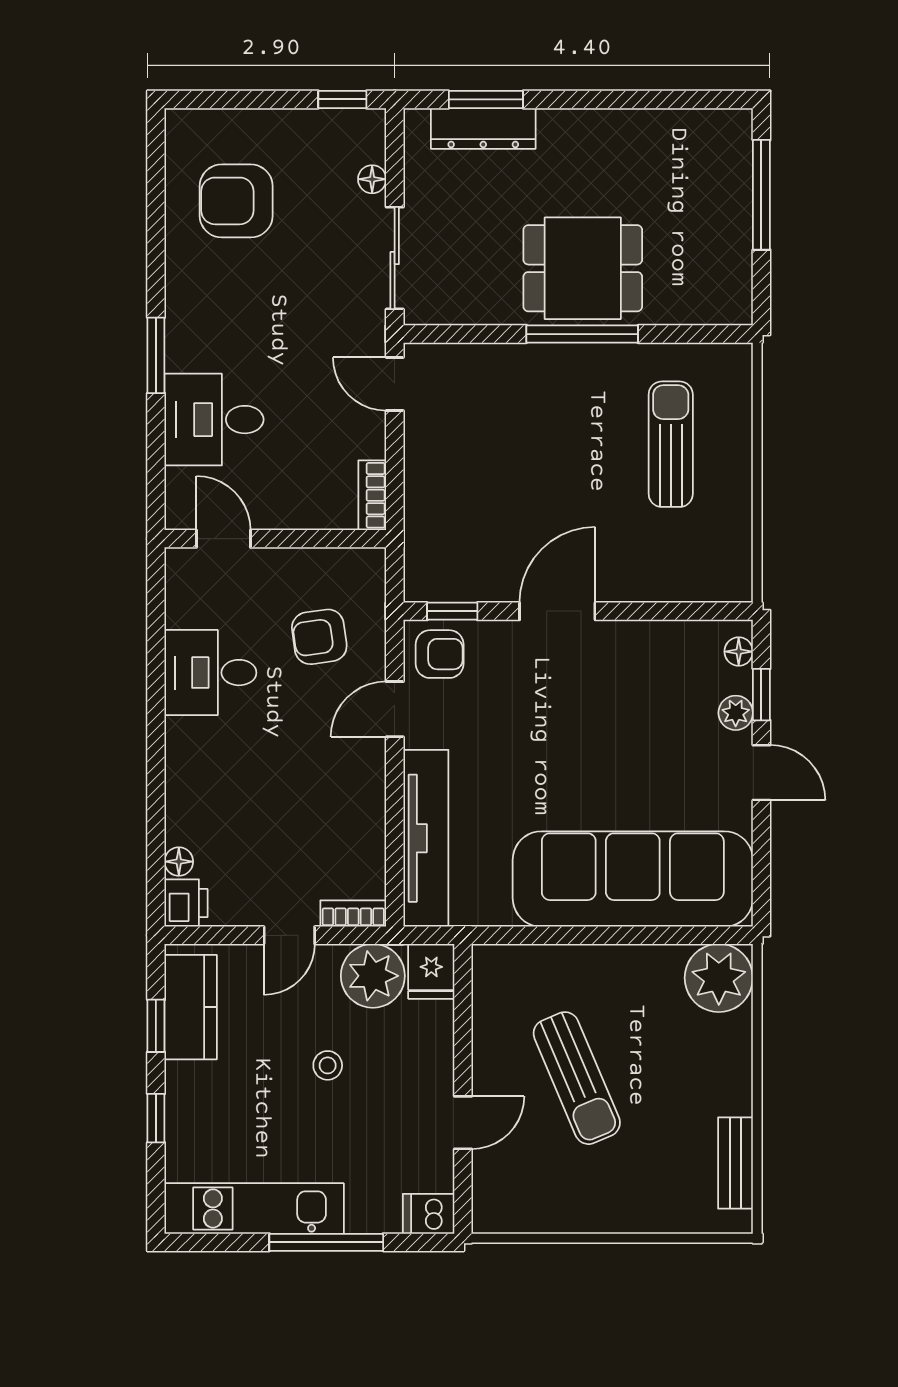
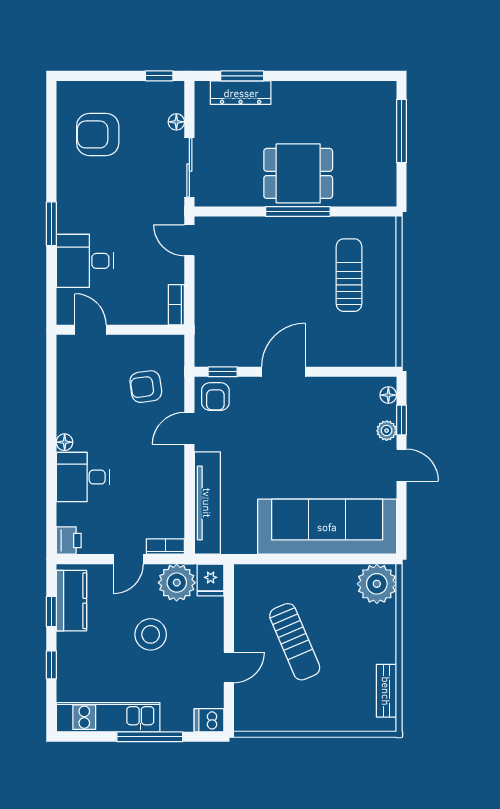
armchair: (440, 654) -> (215, 397), turned 90
desk: (210, 673) -> (83, 477), moved
floor lamp: (179, 862) -> (65, 442), moved
stool: (328, 1065) -> (151, 634), width x1.89, depth x1.89

